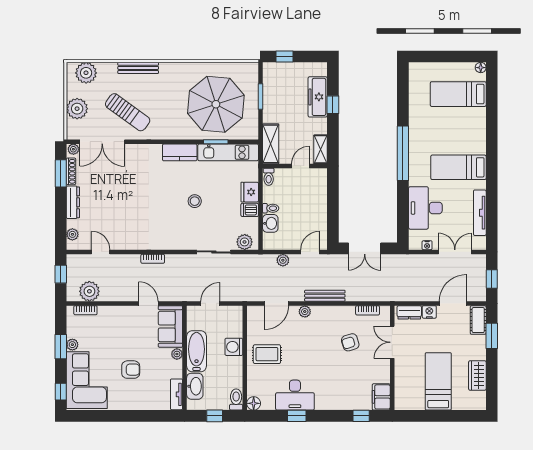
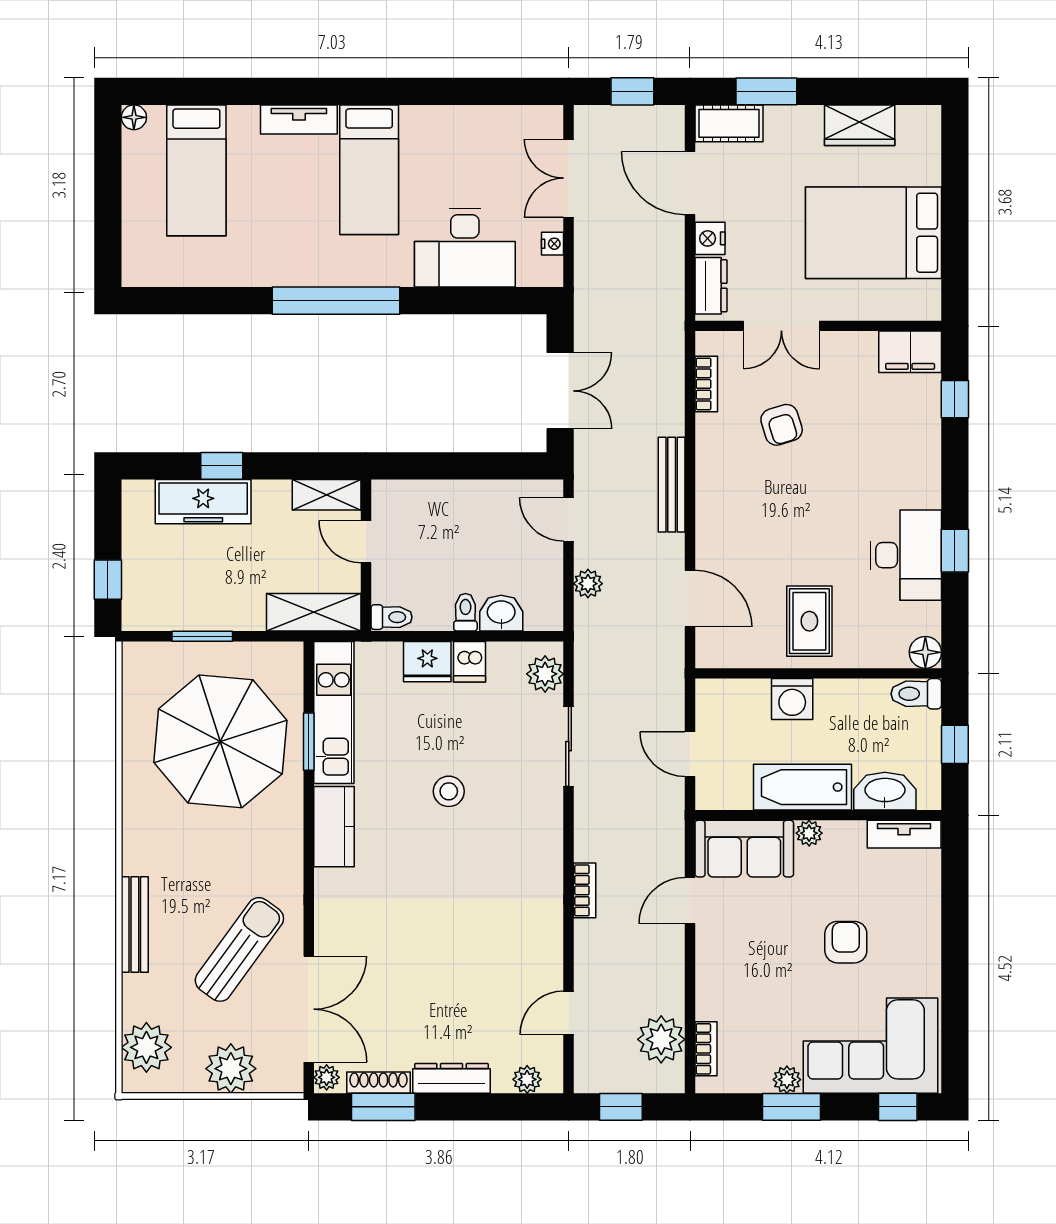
tv unit: (480, 213) -> (299, 119), moved, width x0.71
plant: (305, 312) -> (709, 532), removed
bed: (438, 381) -> (873, 233), width x1.50

